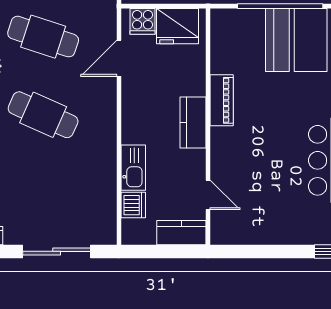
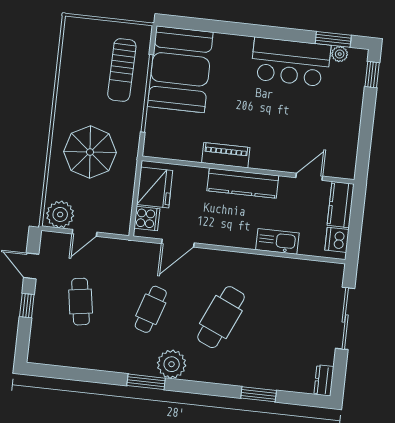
cafe table: (43, 37) -> (151, 309), width x0.73, depth x0.74
door: (119, 58) -> (178, 243), hinge flipped
kitchen counter: (193, 123) -> (243, 183), width x1.50
dishwasher: (133, 205) -> (337, 240), moved, turned -90

